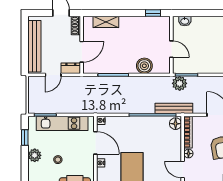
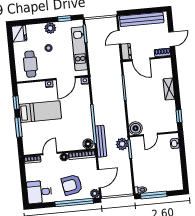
shelving: (106, 22) -> (169, 89), moved
boiler: (144, 66) -> (136, 128), moved
door: (53, 75) -> (119, 37), hinge flipped

